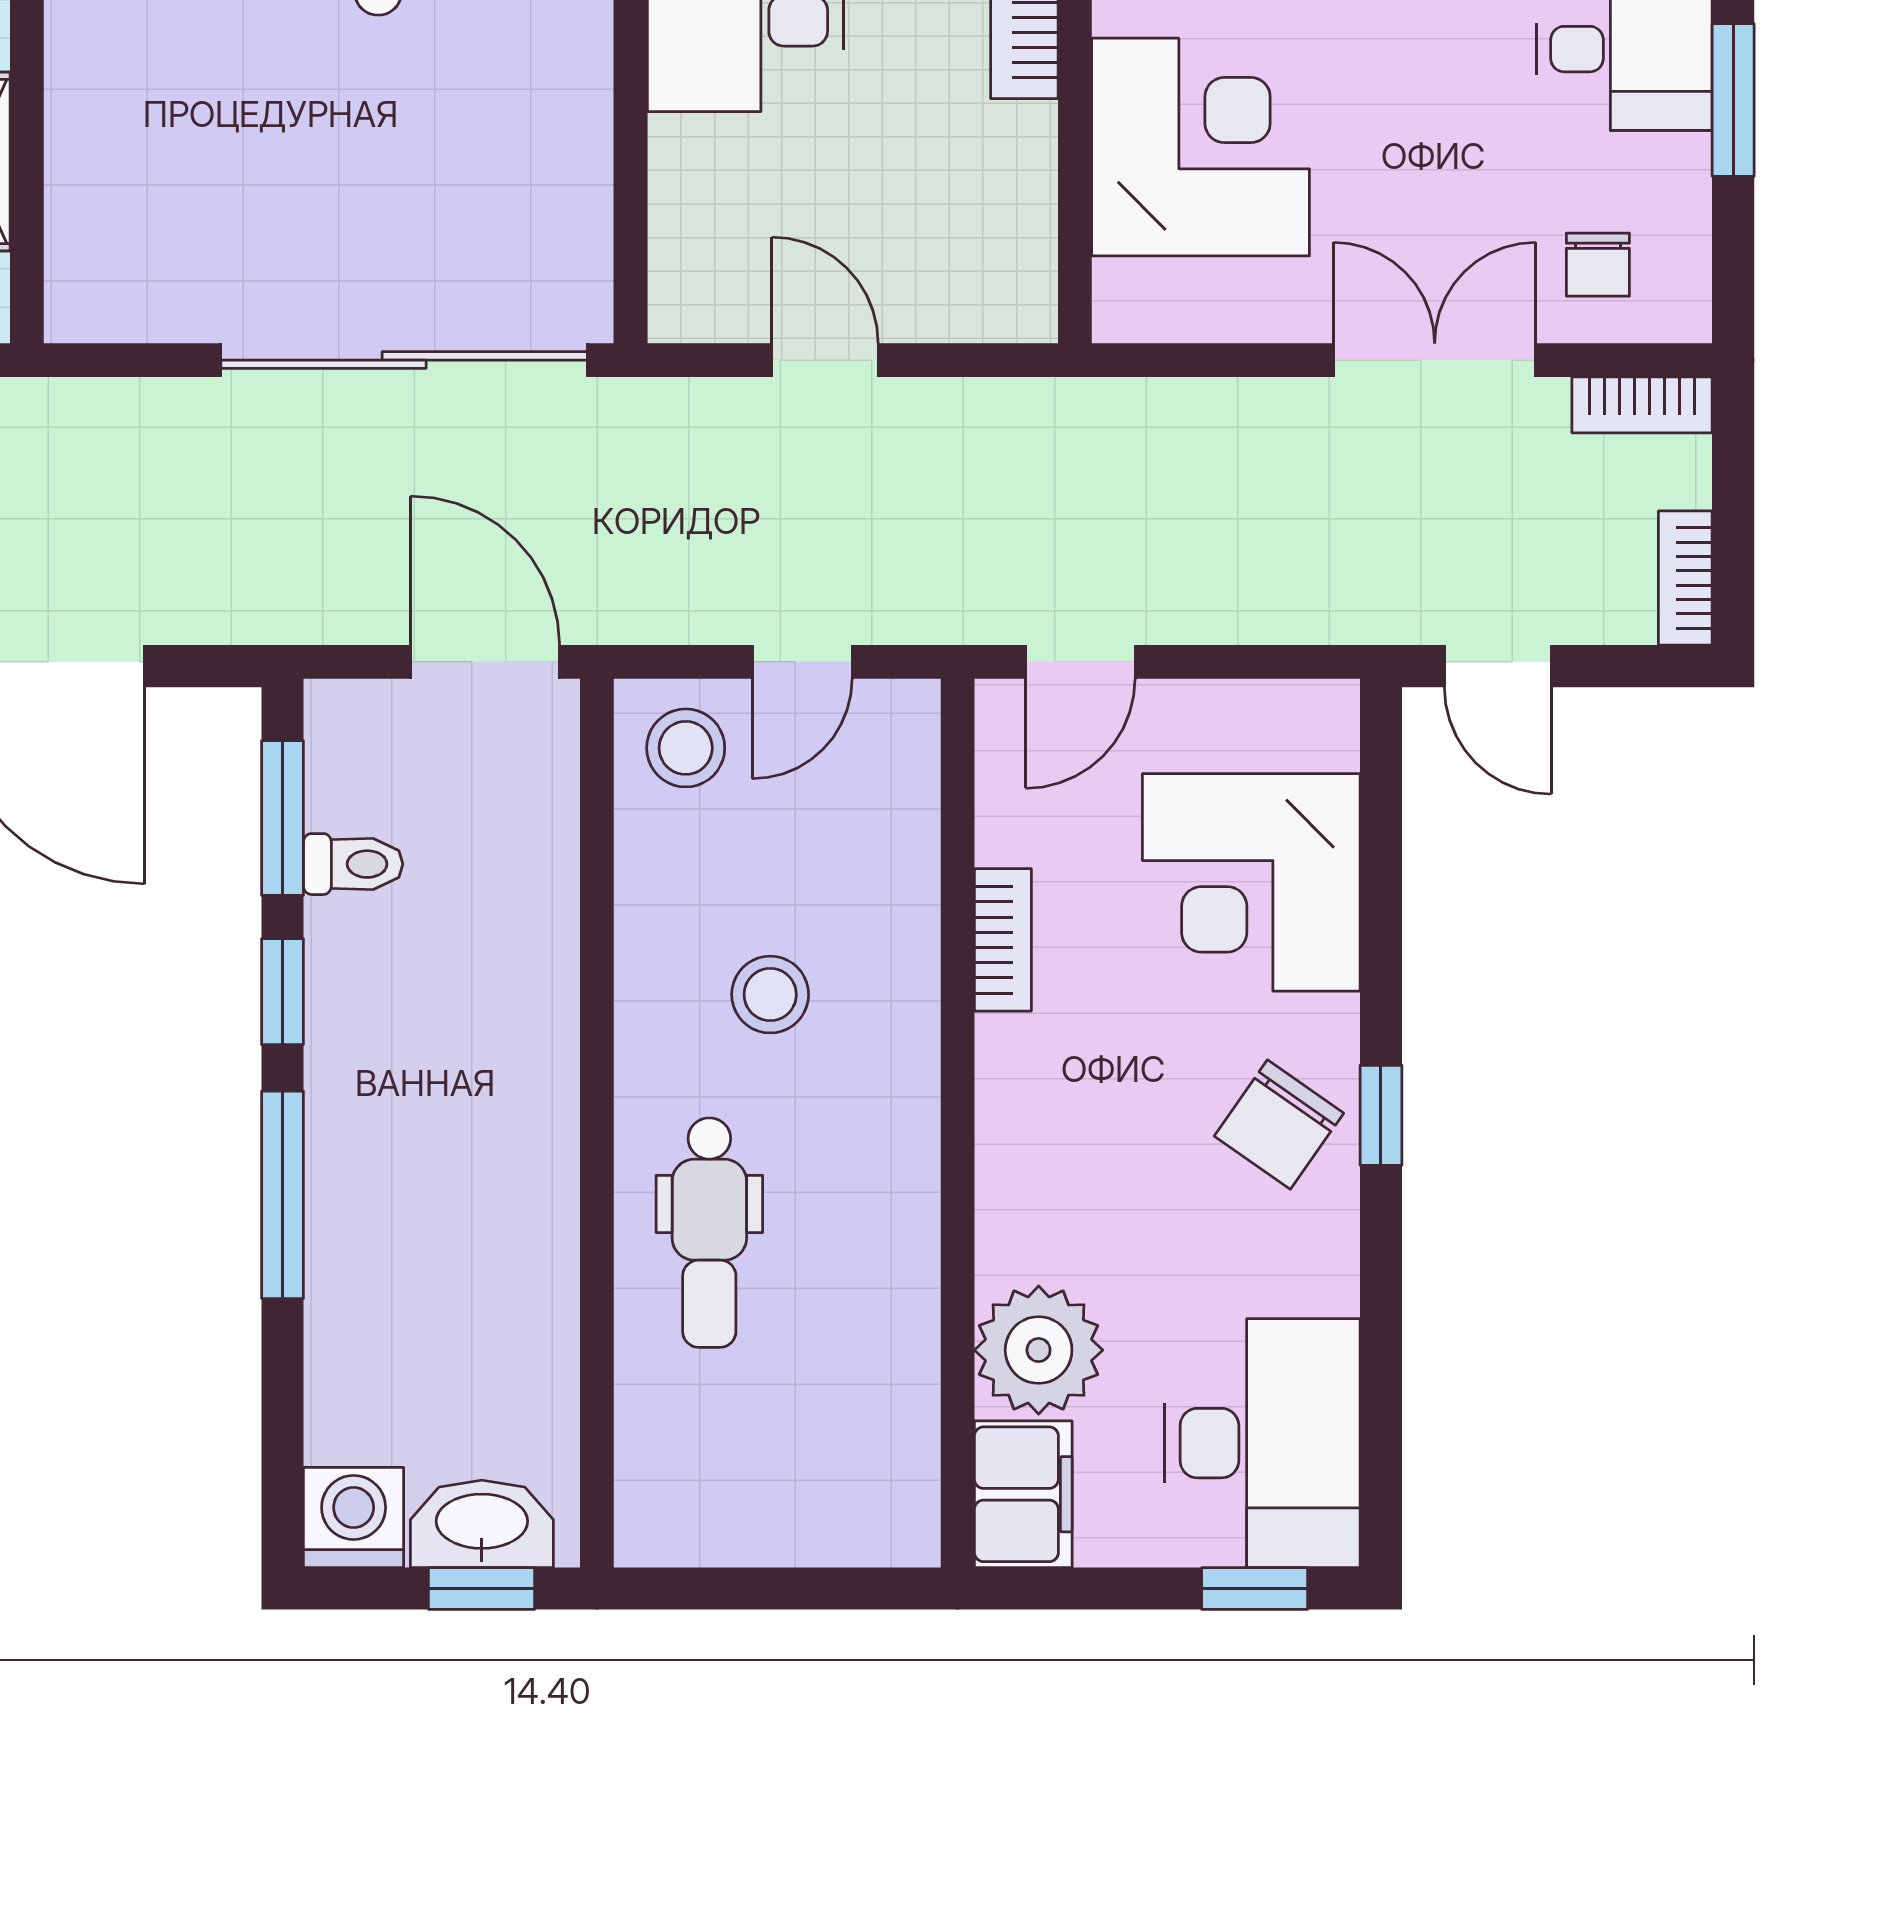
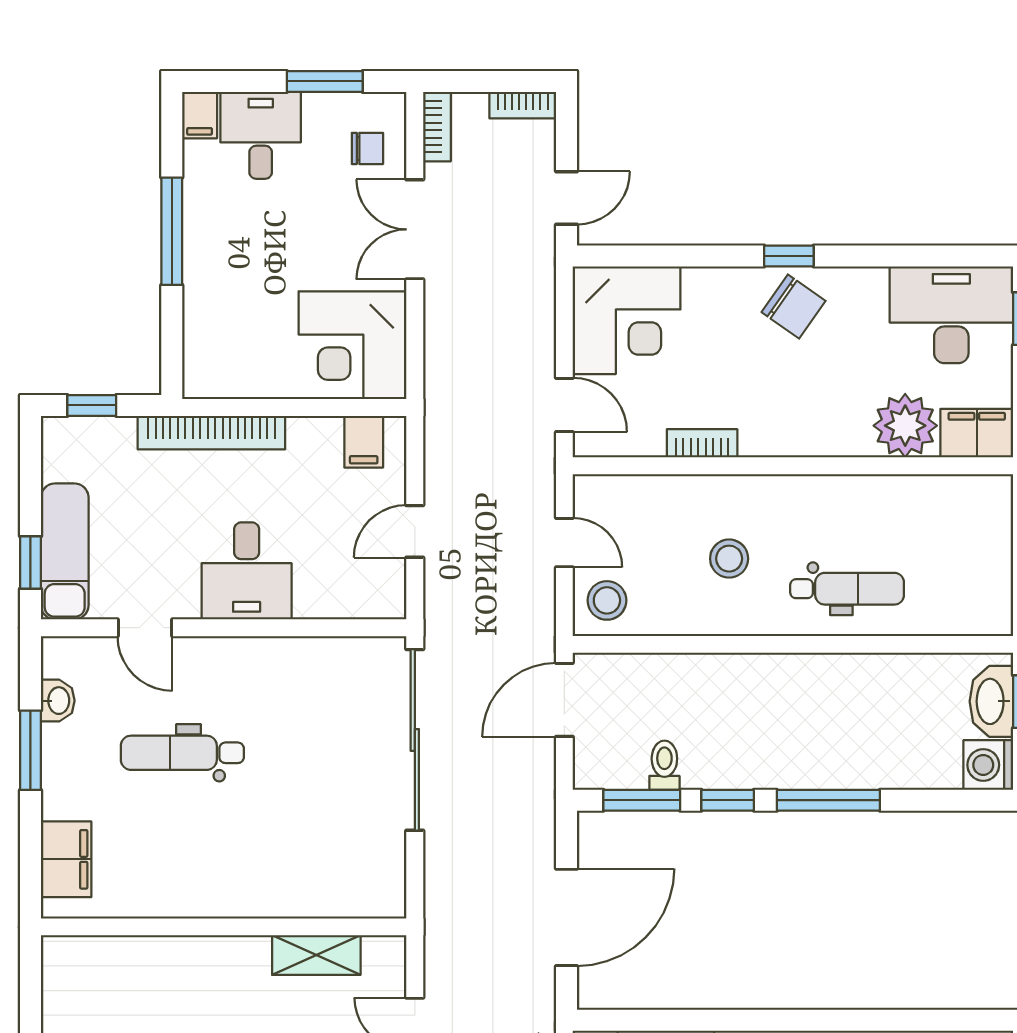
window: (1733, 100) -> (325, 81), moved
corner desk: (1201, 147) -> (353, 345), moved, turned -90
filing cabinet: (1006, 257) -> (364, 442), added
corner desk: (1251, 882) -> (627, 320), moved

